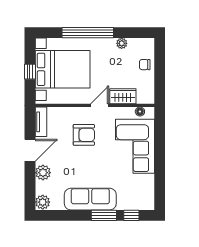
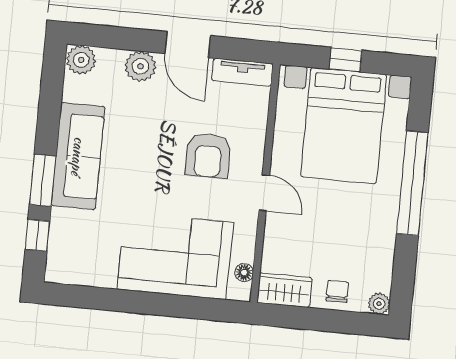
plant: (122, 43) -> (379, 304), moved
wardrobe: (123, 96) -> (284, 290), moved, turned -90

